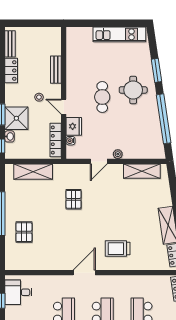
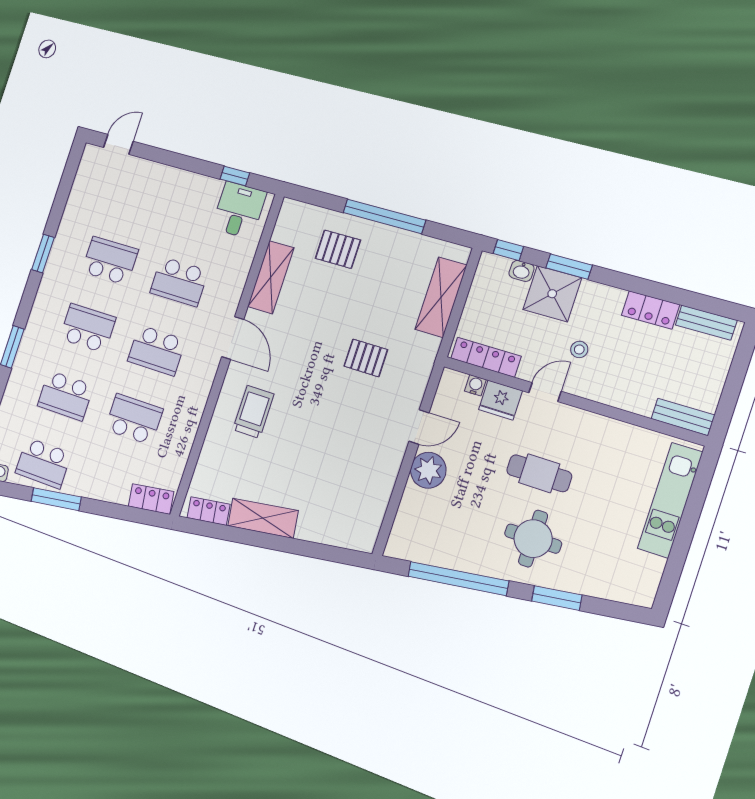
kitchen unit: (119, 34) -> (670, 500), moved
bench: (56, 70) -> (683, 417), moved
plant: (118, 154) -> (428, 470), width x1.88, depth x1.88
door: (99, 161) -> (419, 427), swing flipped
shelving: (142, 171) -> (271, 277), moved

